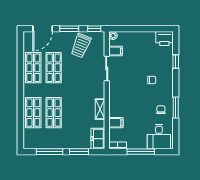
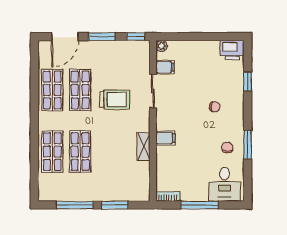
trolley: (81, 46) -> (115, 100), moved, turned -112
filing cabinet: (116, 123) -> (165, 138), moved
freezer: (98, 139) -> (141, 187), removed

